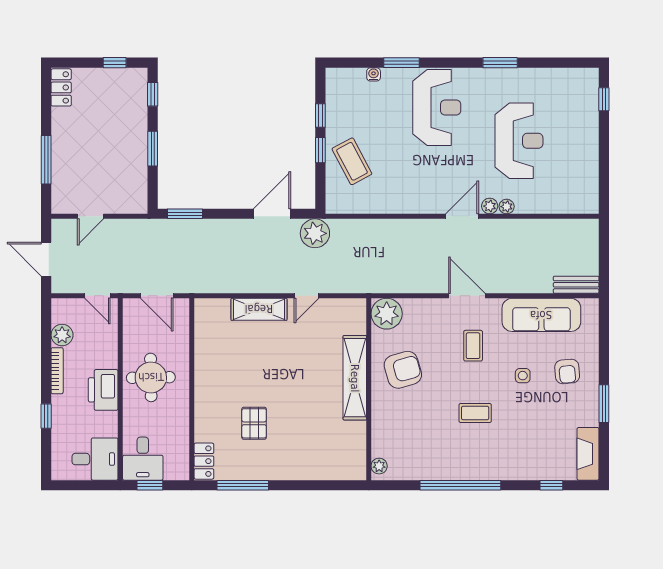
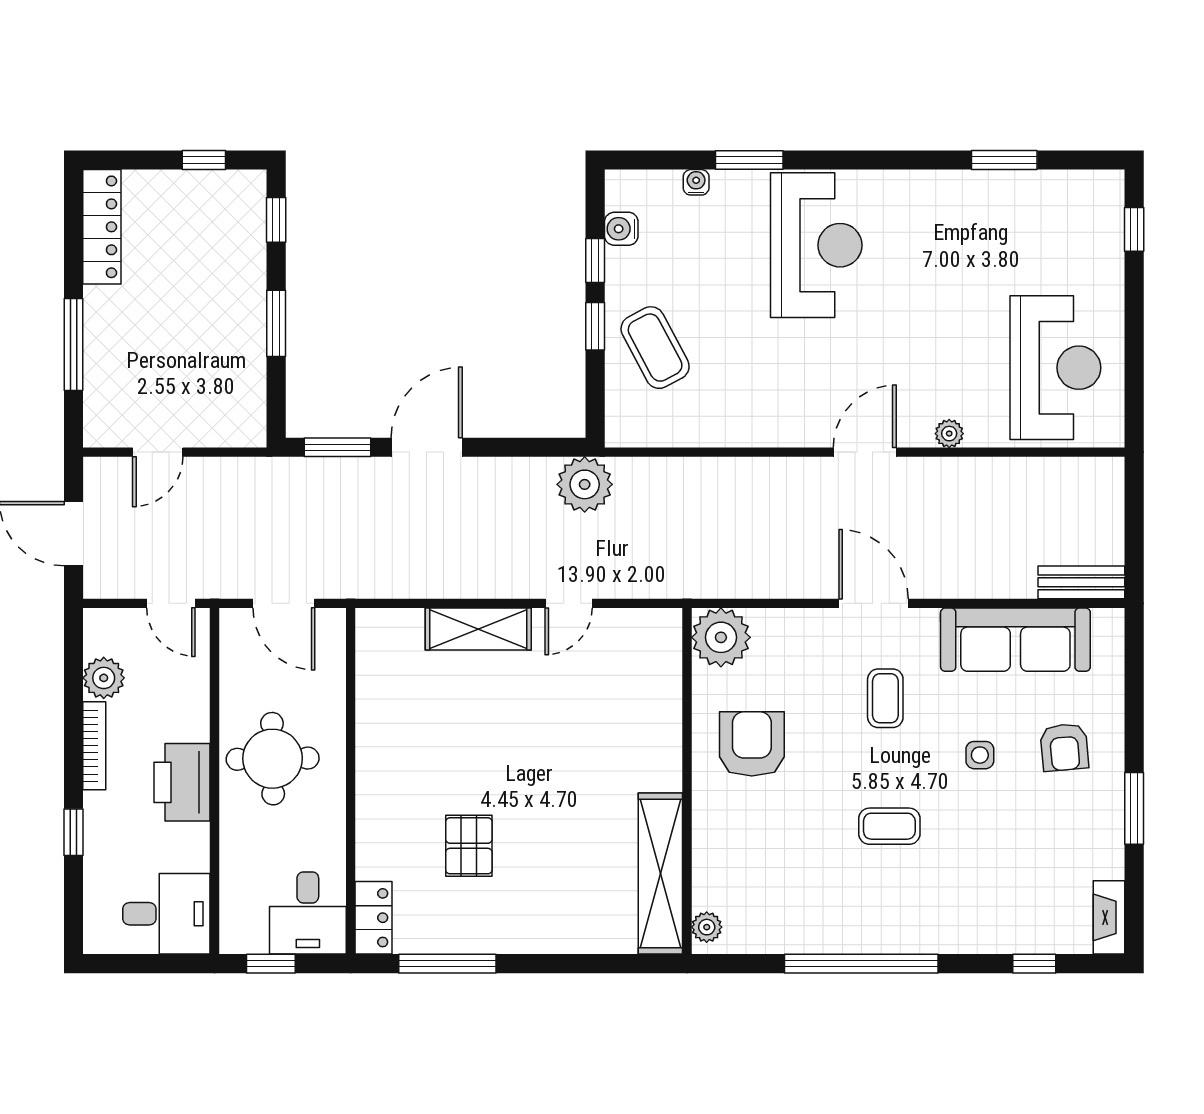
window: (500, 63) -> (1004, 160), moved
locker: (61, 87) -> (102, 227), width x1.53
water cooler: (334, 99) -> (621, 229), added
reception desk: (519, 141) -> (1055, 368), moved
plant: (490, 206) -> (917, 433), removed
door: (272, 214) -> (427, 447), moved
armchair: (403, 370) -> (752, 744), turned -74
shelving: (355, 378) -> (660, 874), moved
fireplace: (588, 454) -> (1109, 917), width x0.73, depth x0.76
desk: (143, 459) -> (308, 913), moved

